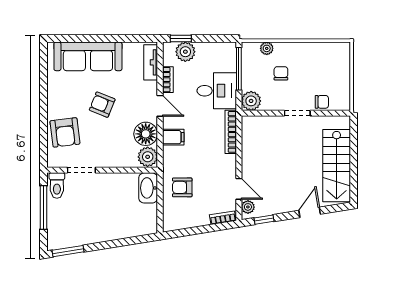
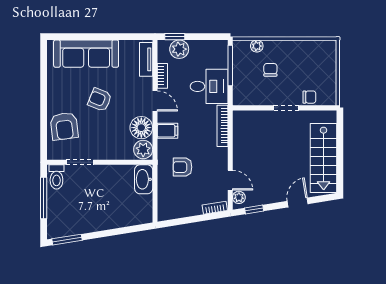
plant: (251, 101) -> (242, 96), removed
armchair: (182, 187) -> (183, 167), moved

